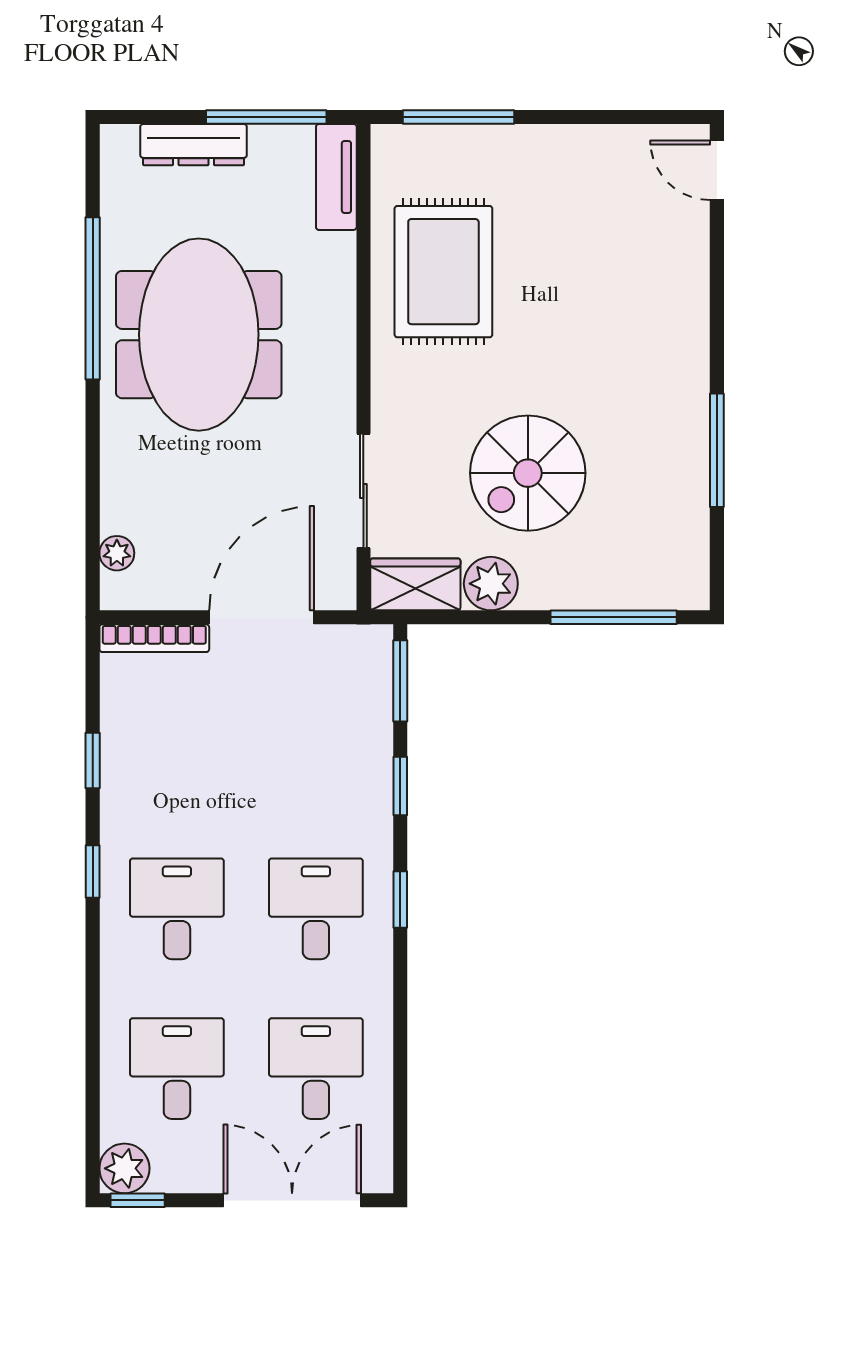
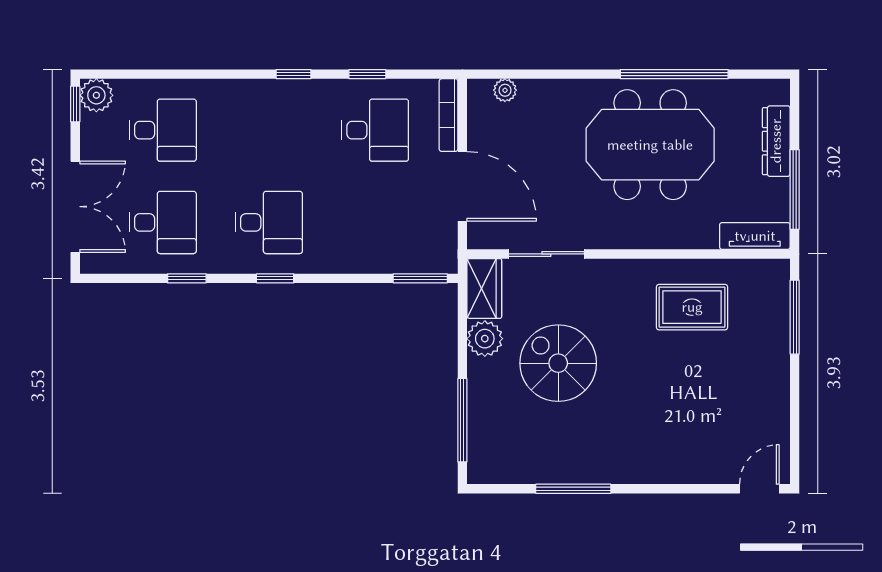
rug: (443, 272) -> (692, 307), width x0.73, depth x0.70
window: (400, 786) -> (187, 278), moved
desk: (177, 909) -> (375, 130), moved

